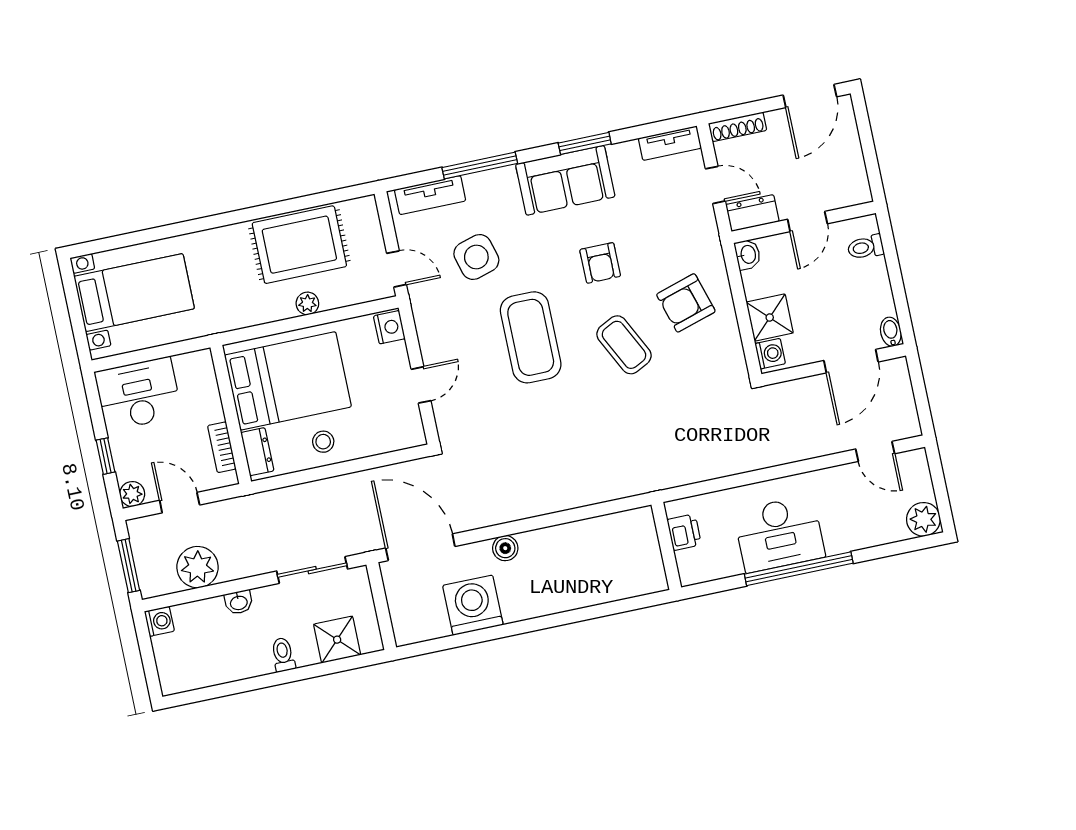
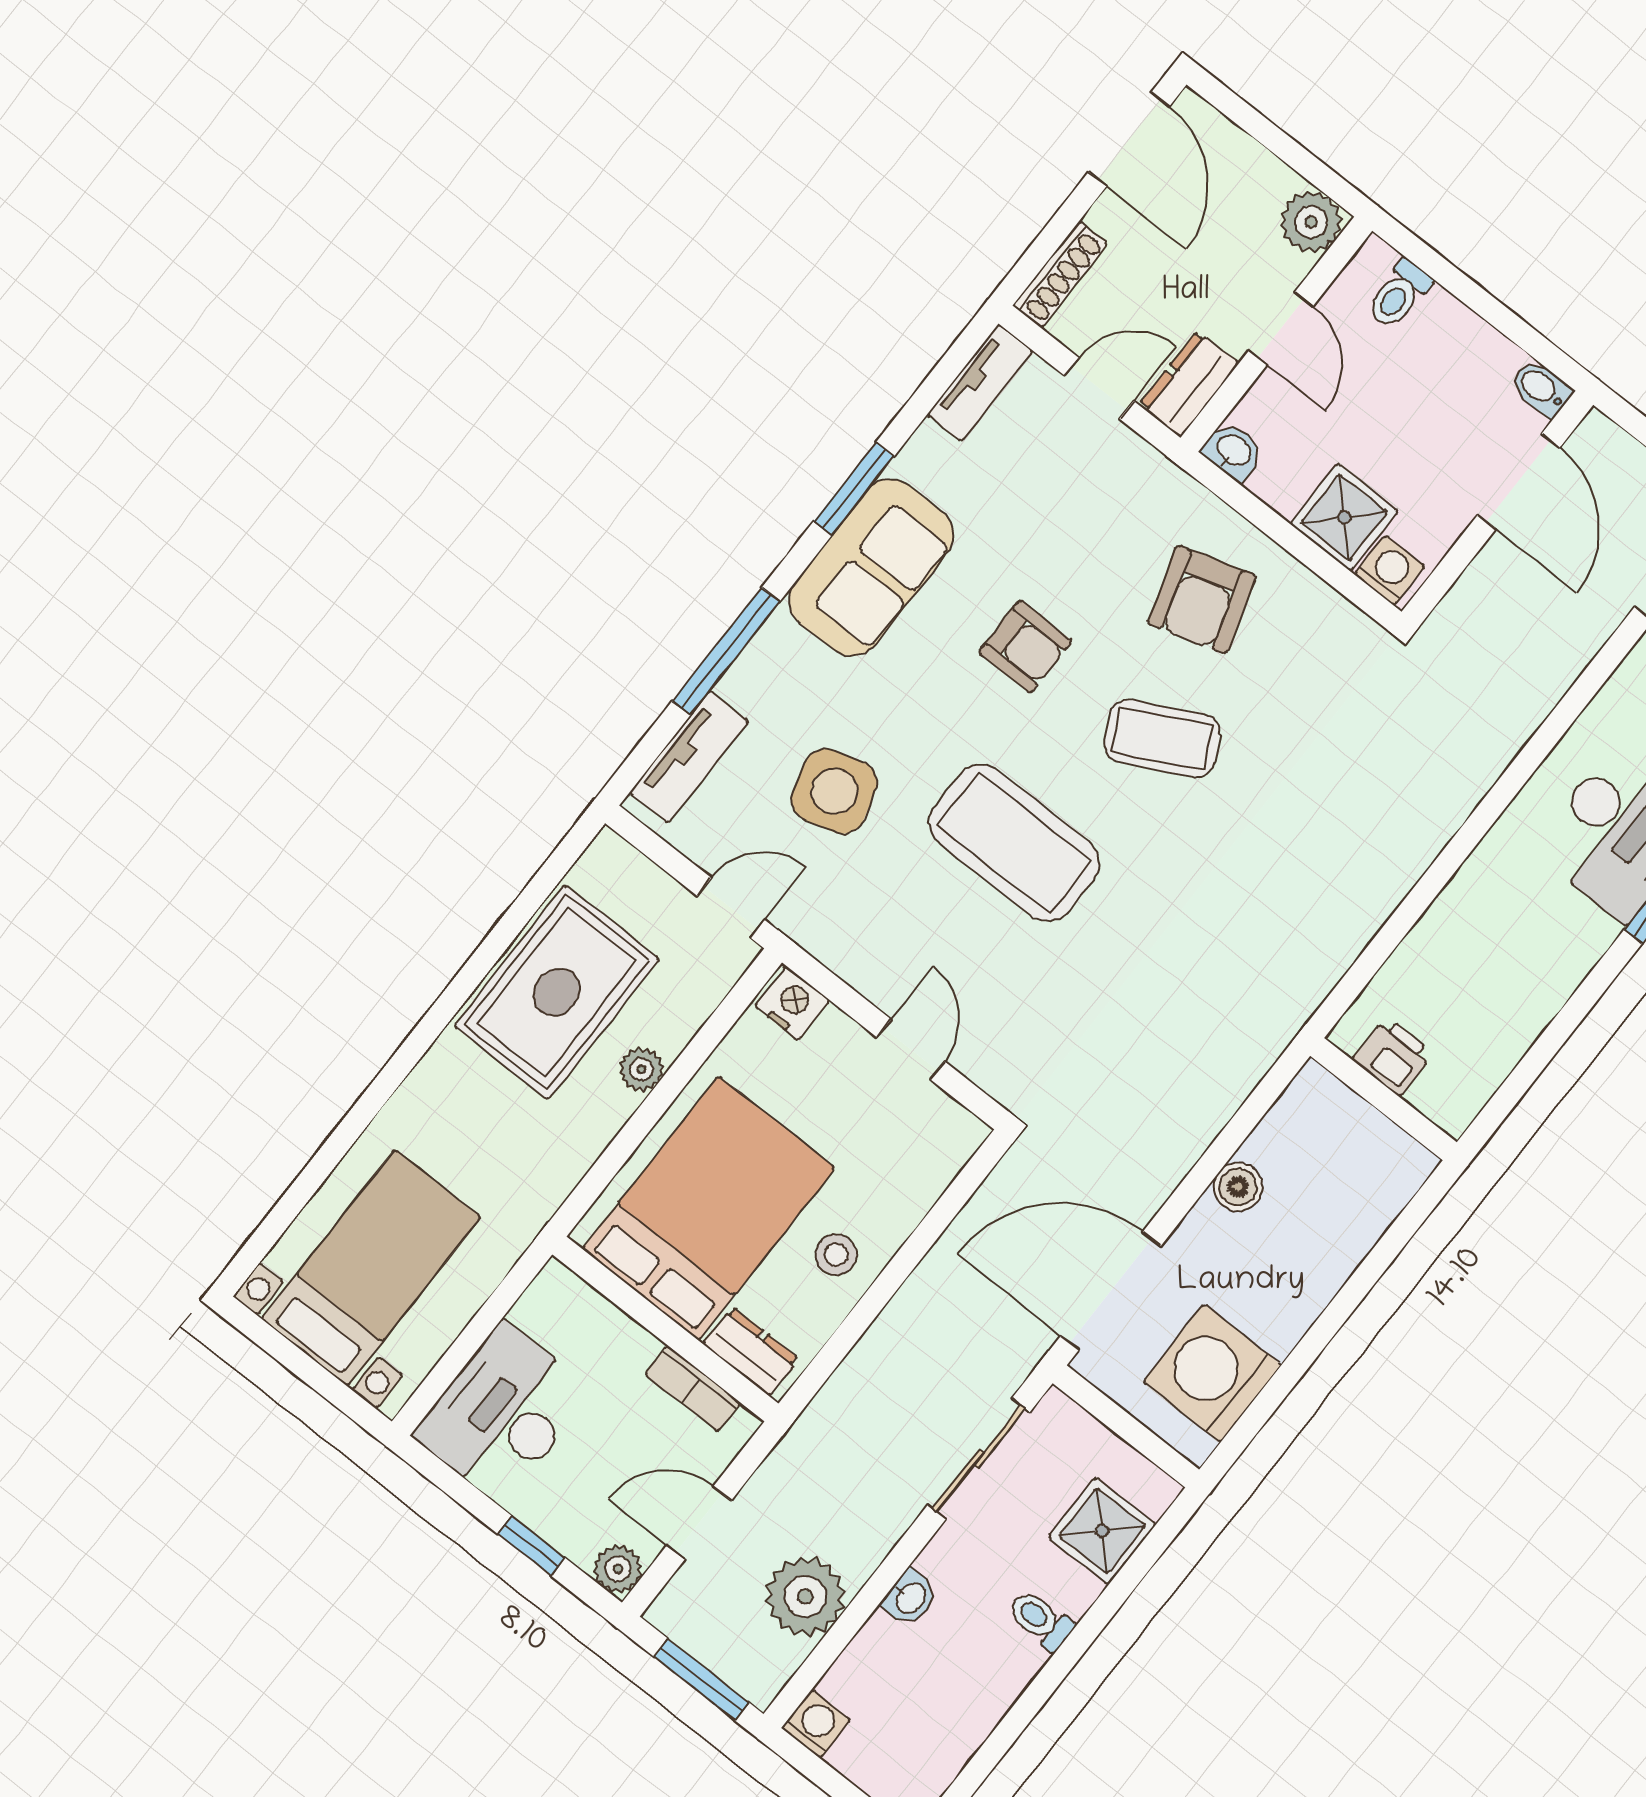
plant: (855, 189) -> (1311, 222), added
printer: (684, 532) -> (1393, 1056), moved
wall: (666, 546) -> (1384, 1099), moved
washing machine: (473, 605) -> (1212, 1373), moved

